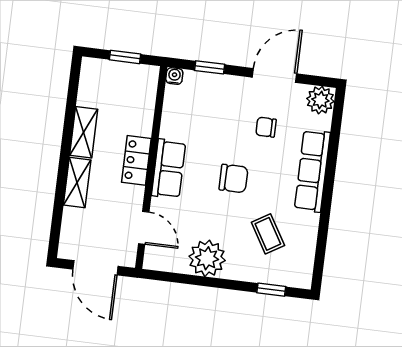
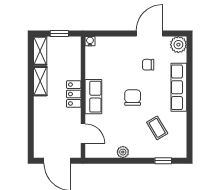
window: (210, 67) -> (110, 33), removed
chair: (233, 178) -> (133, 98), turned -90
shelving: (77, 183) -> (40, 51), moved
plant: (207, 258) -> (123, 152), width x0.53, depth x0.53

